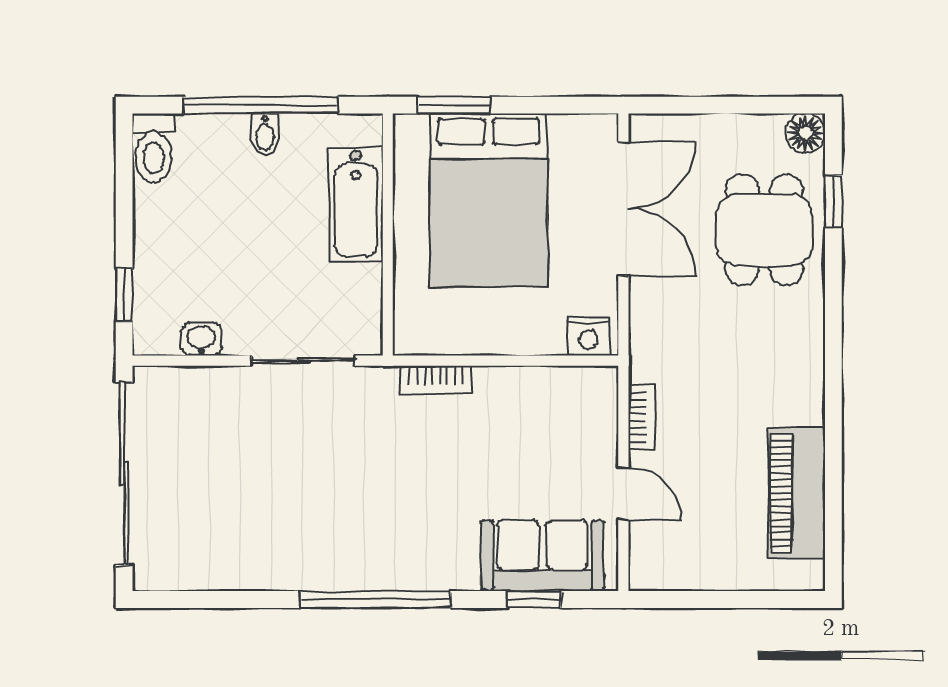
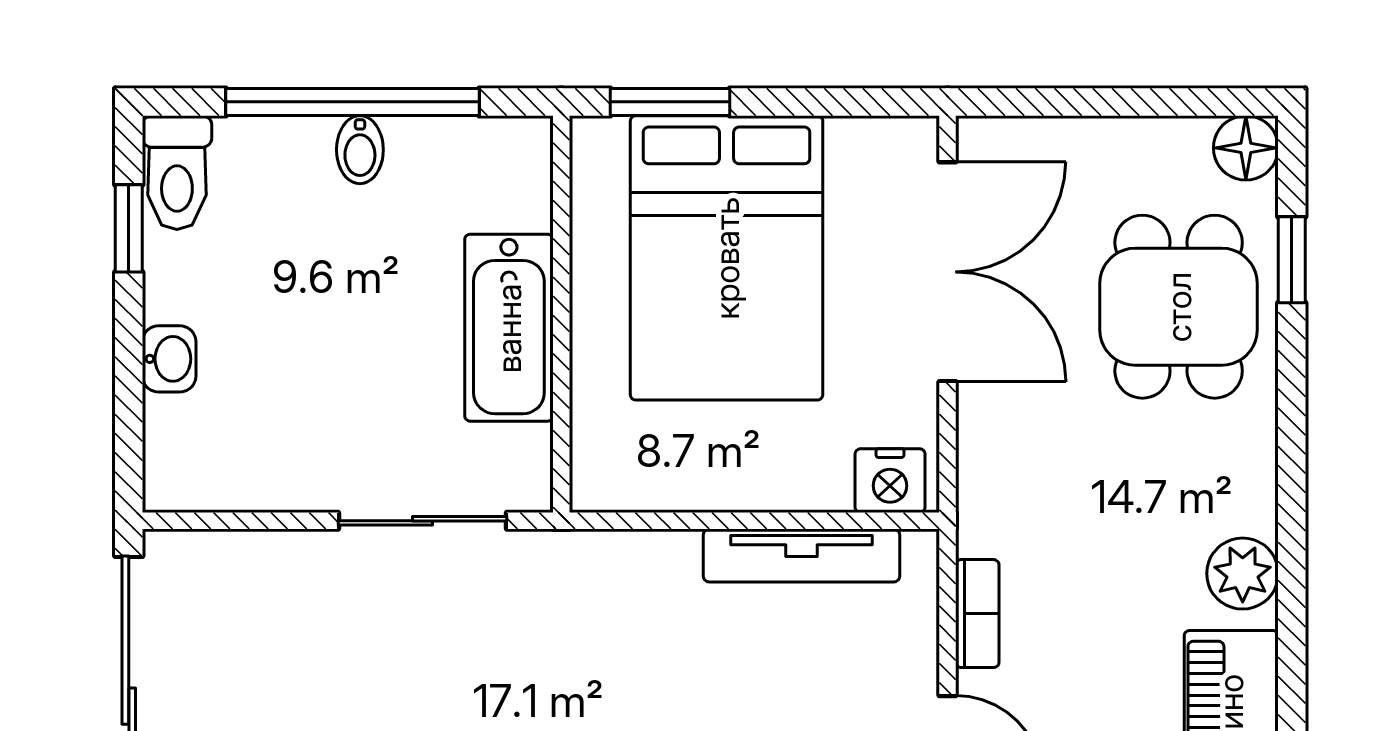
bathtub: (356, 205) -> (509, 328), moved
window: (124, 295) -> (129, 228), moved
washbasin: (201, 339) -> (169, 359), moved, turned 90
bookcase: (436, 380) -> (640, 552), removed
tv unit: (534, 382) -> (801, 555), added
plant: (803, 393) -> (1243, 574), added

